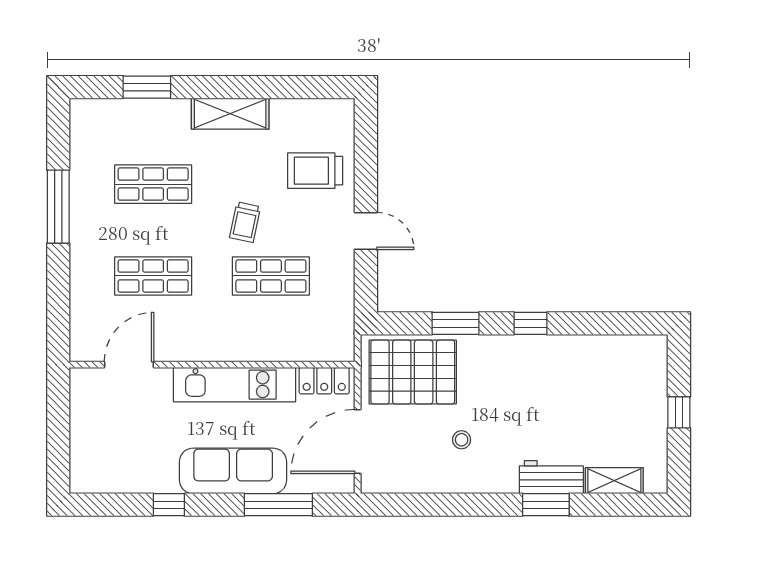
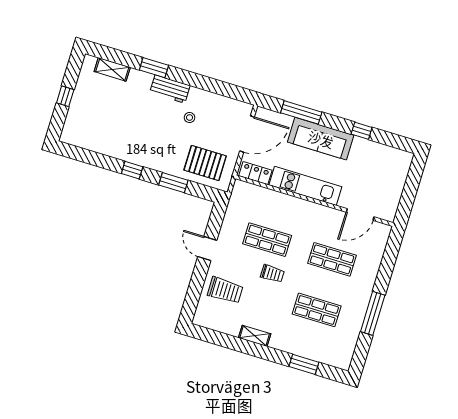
shelving: (230, 114) -> (255, 336), width x0.67, depth x0.75
trolley: (245, 222) -> (272, 274), turned 78
pallet: (413, 372) -> (205, 163), width x0.73, depth x0.71
workbench: (551, 477) -> (170, 89), moved

